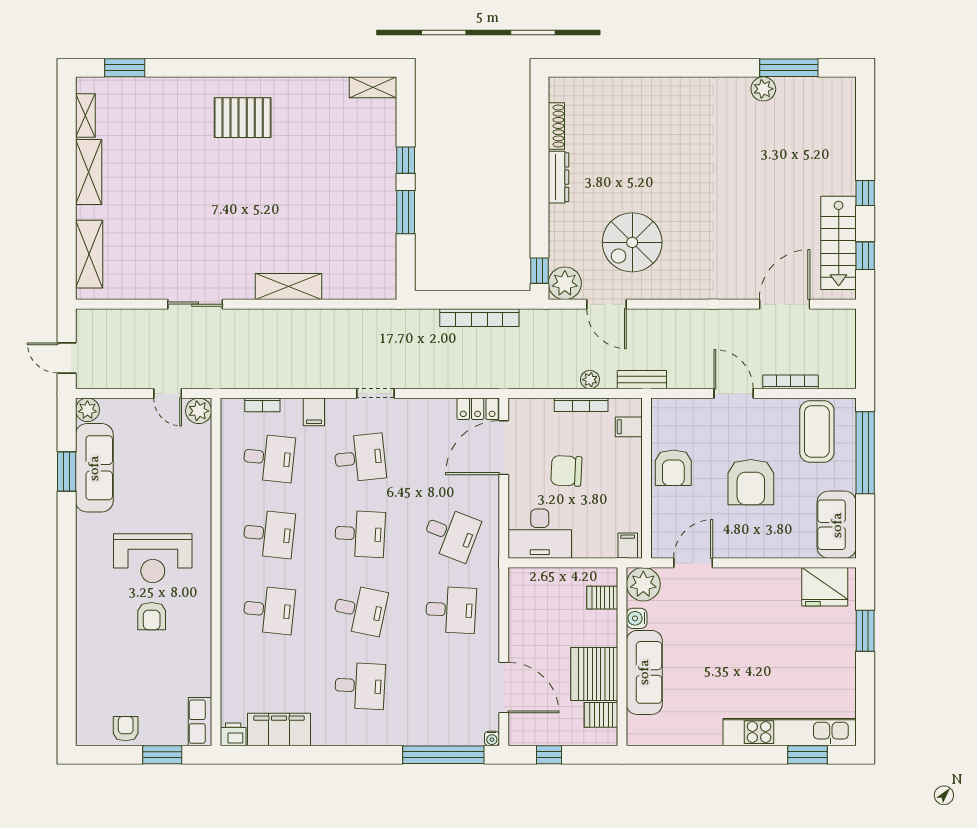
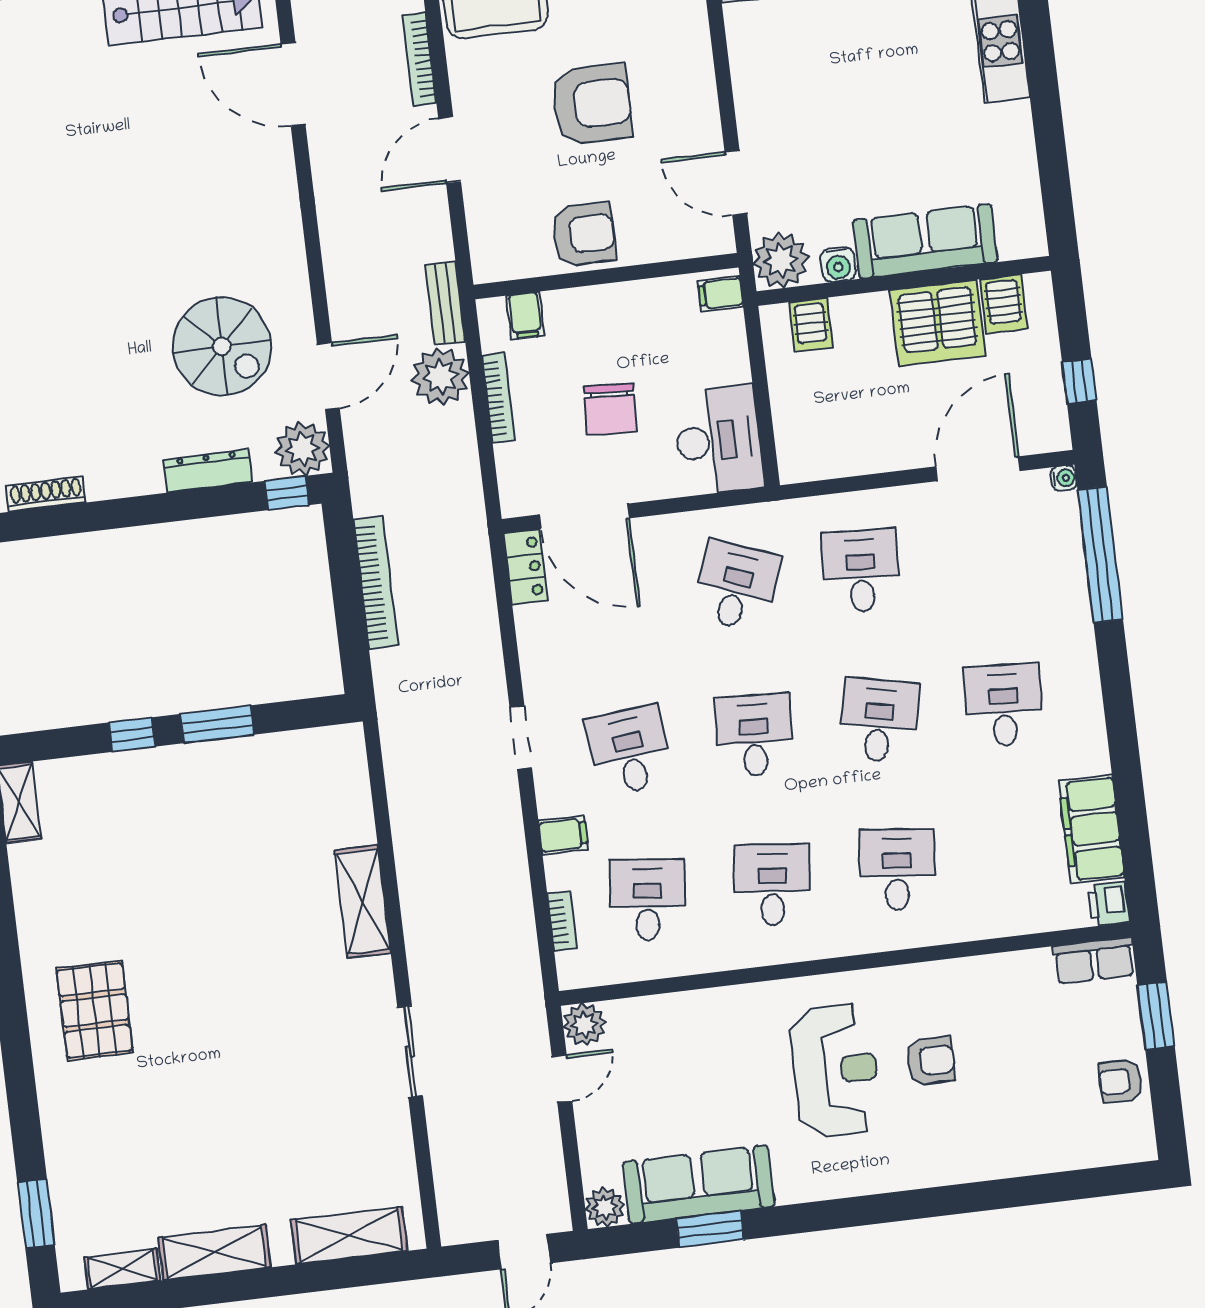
dresser: (559, 177) -> (208, 471), moved
plant: (590, 380) -> (440, 377), width x1.88, depth x1.88

